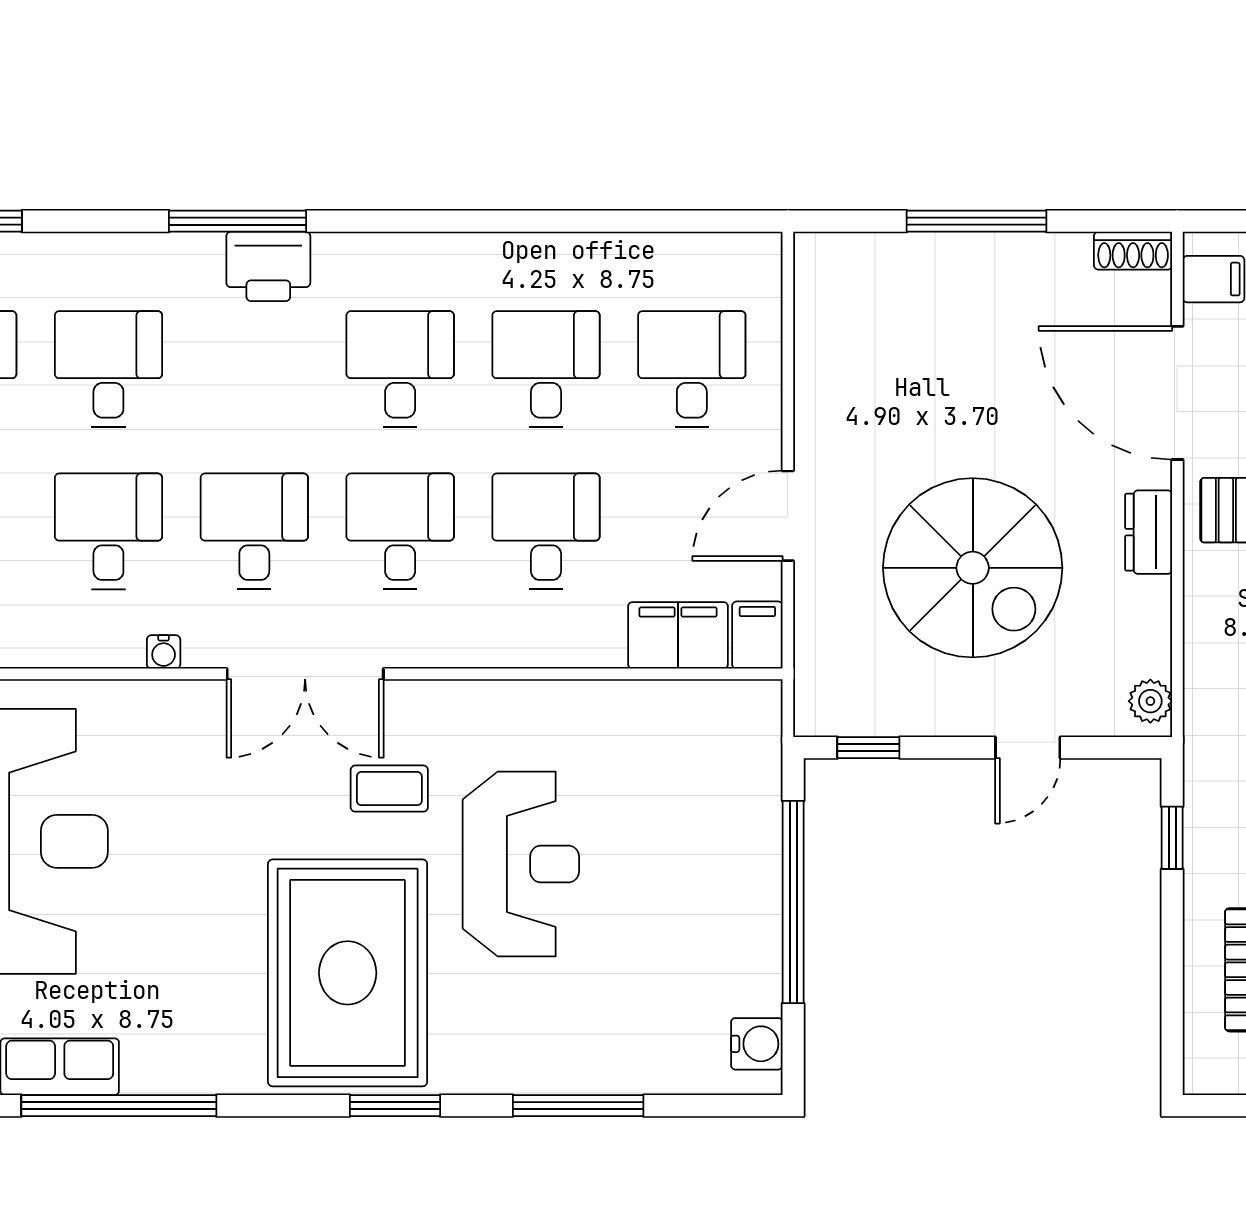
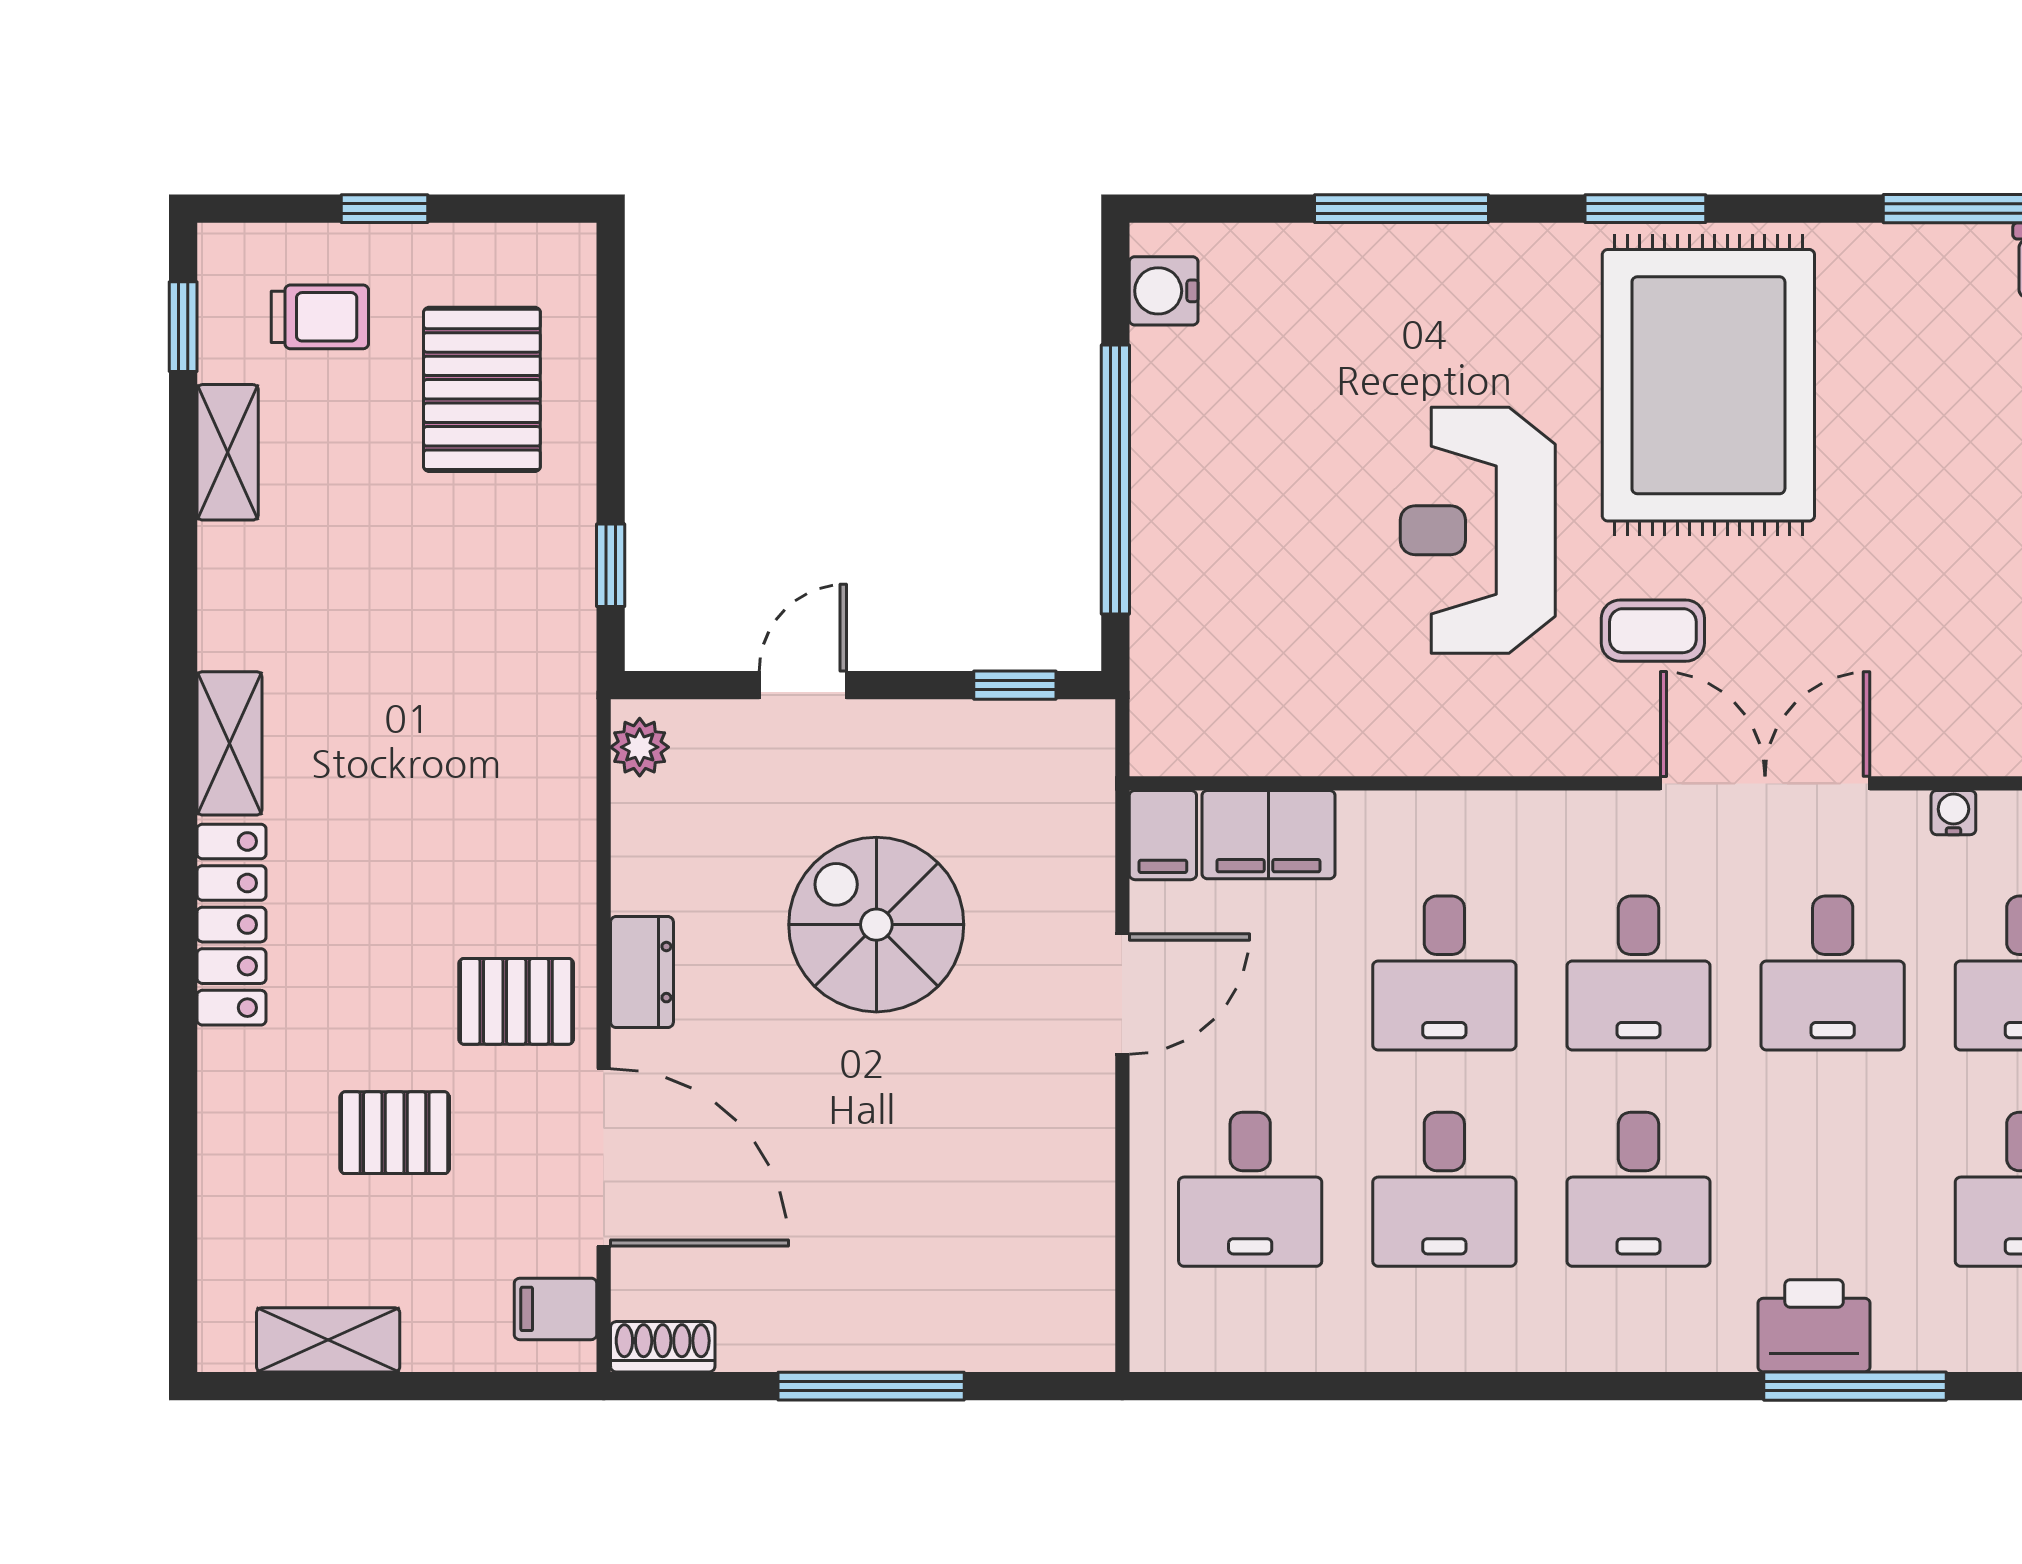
spiral stairs: (973, 568) -> (876, 925), width x0.73, depth x0.73

